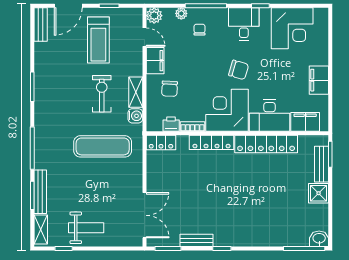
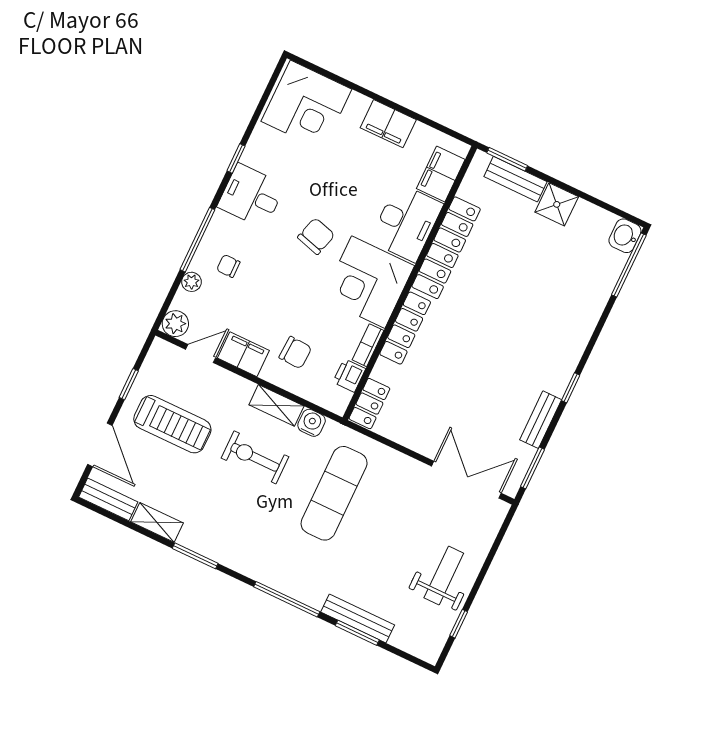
corner desk: (292, 28) -> (306, 105), moved, turned 90
shelving: (41, 230) -> (157, 522), moved

